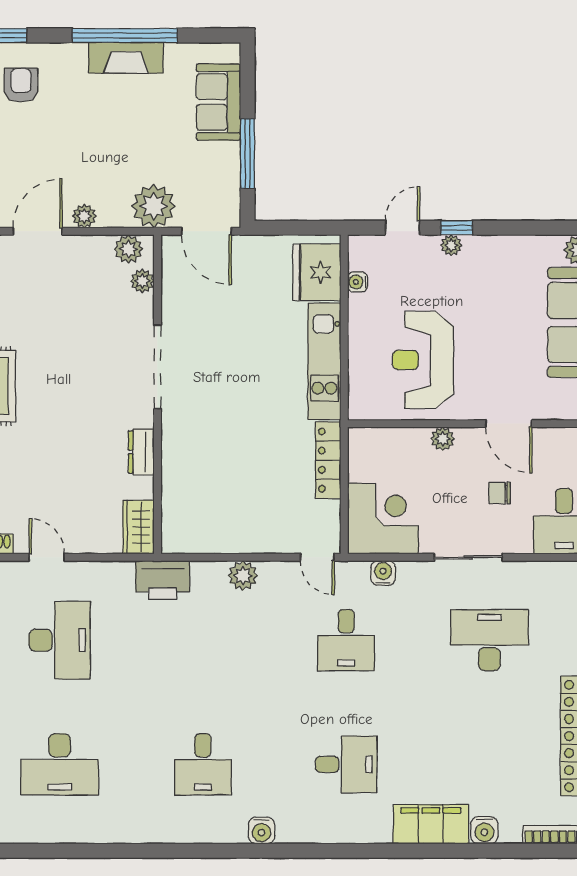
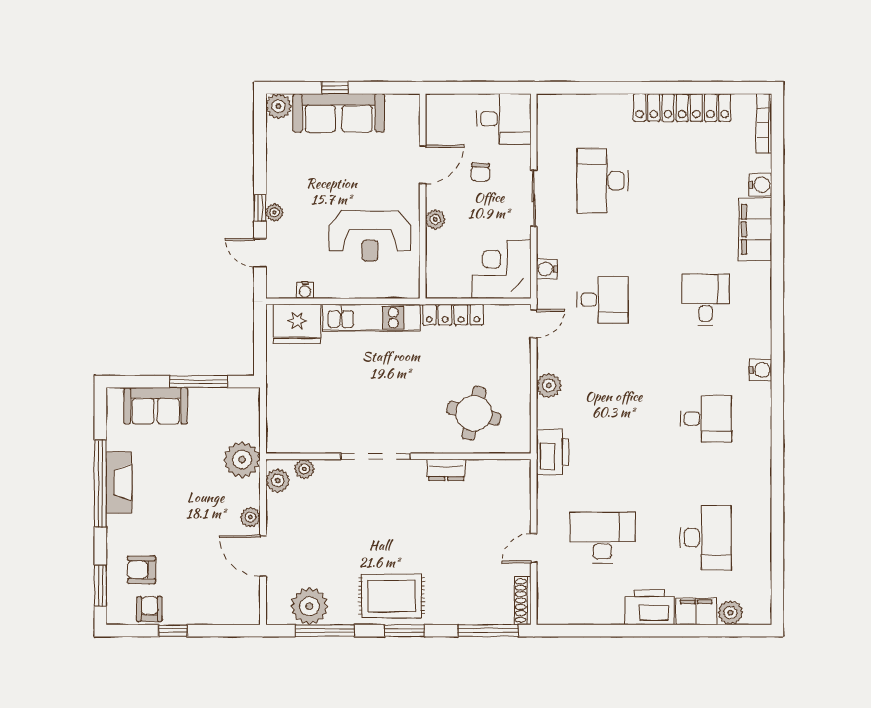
door: (206, 231) -> (263, 416), removed
round table: (209, 485) -> (474, 413), added
wardrobe: (139, 527) -> (509, 472), removed

